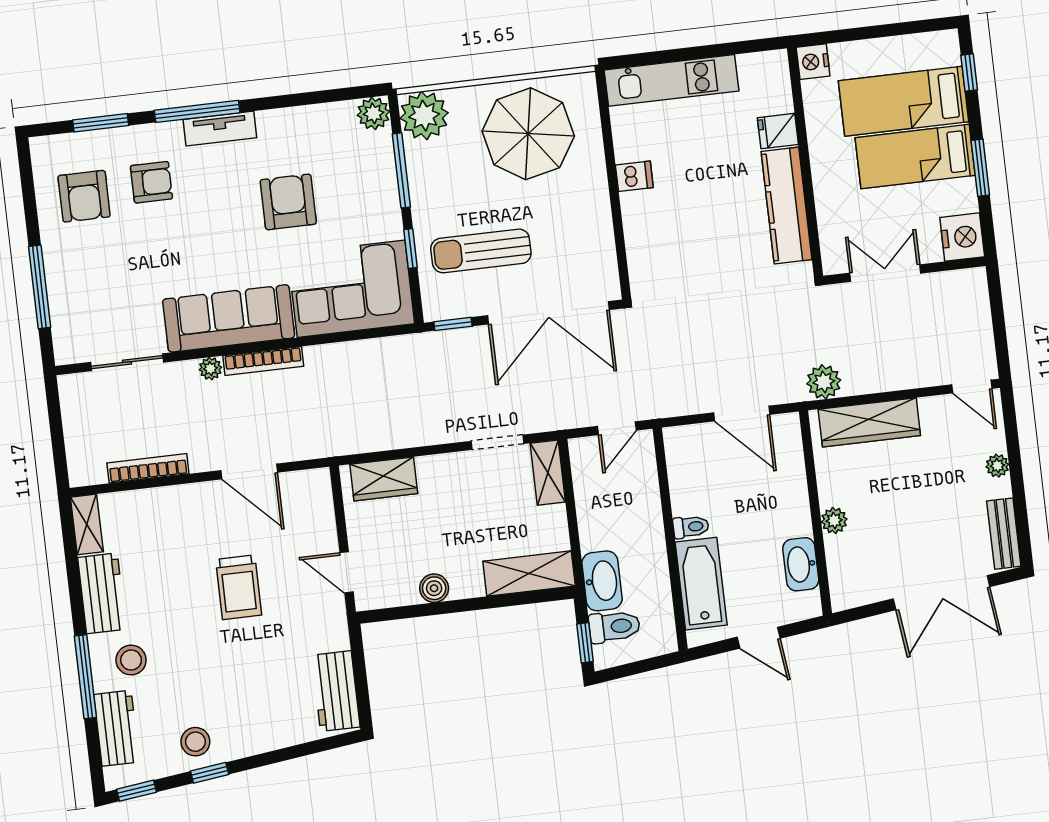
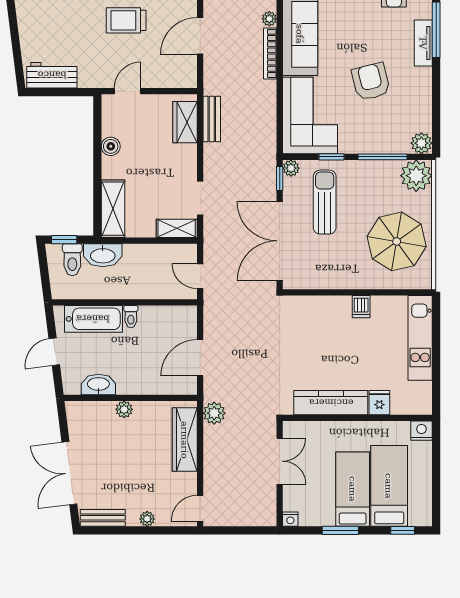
armchair: (288, 202) -> (371, 82), turned -104
nightstand: (962, 237) -> (290, 519), width x0.53, depth x0.56
plant: (435, 308) -> (291, 168), added
bench: (374, 439) -> (212, 119), added

